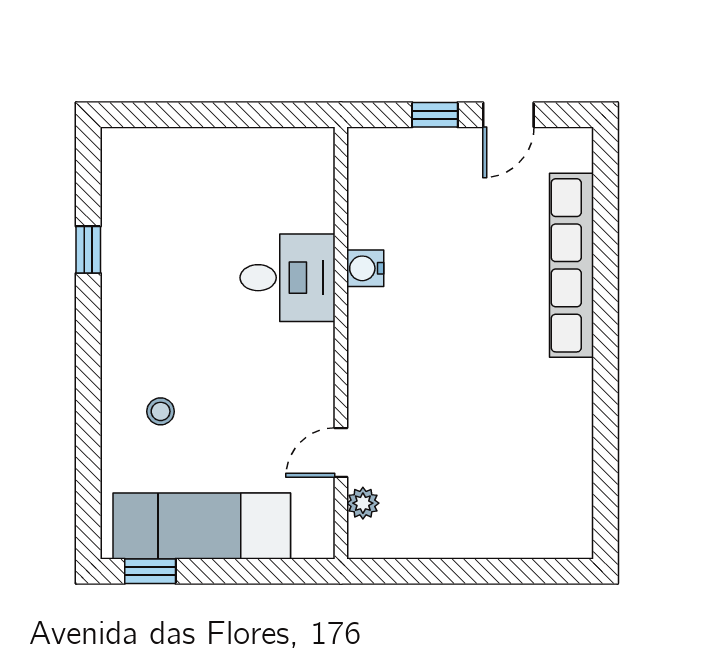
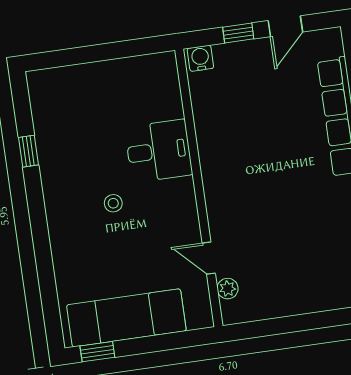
water cooler: (365, 268) -> (200, 58), moved, turned 90
stool: (161, 411) -> (113, 203), moved
door: (341, 453) -> (209, 258), hinge flipped

